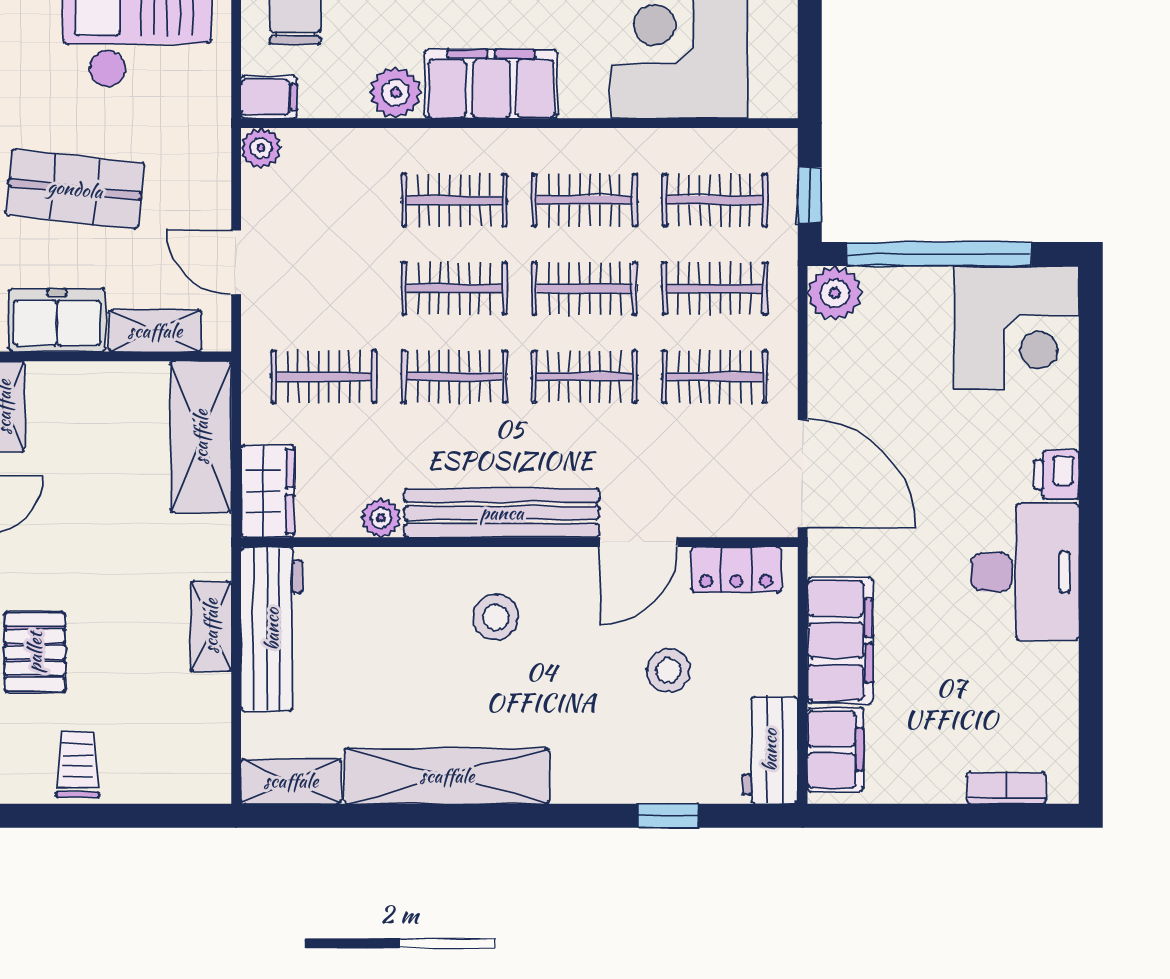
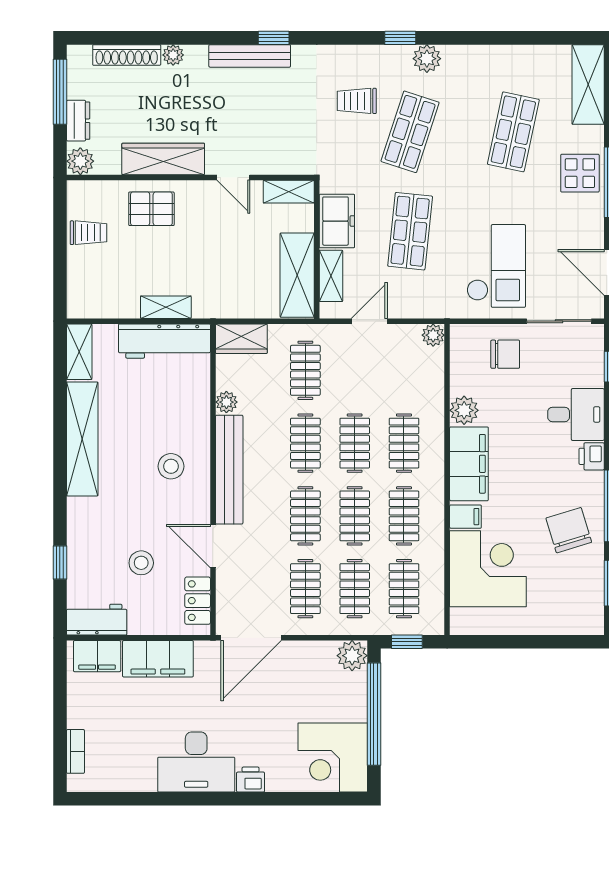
filing cabinet: (269, 97) -> (465, 517), moved, turned -90
shelving: (201, 437) -> (297, 275), moved, turned 90

